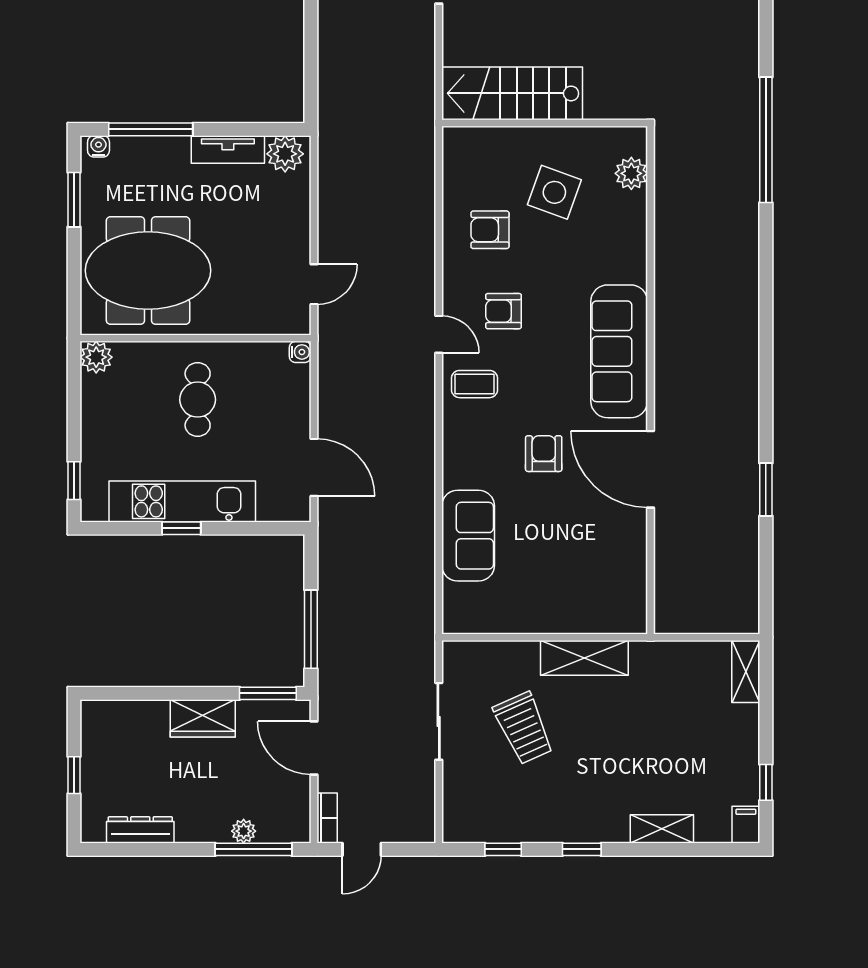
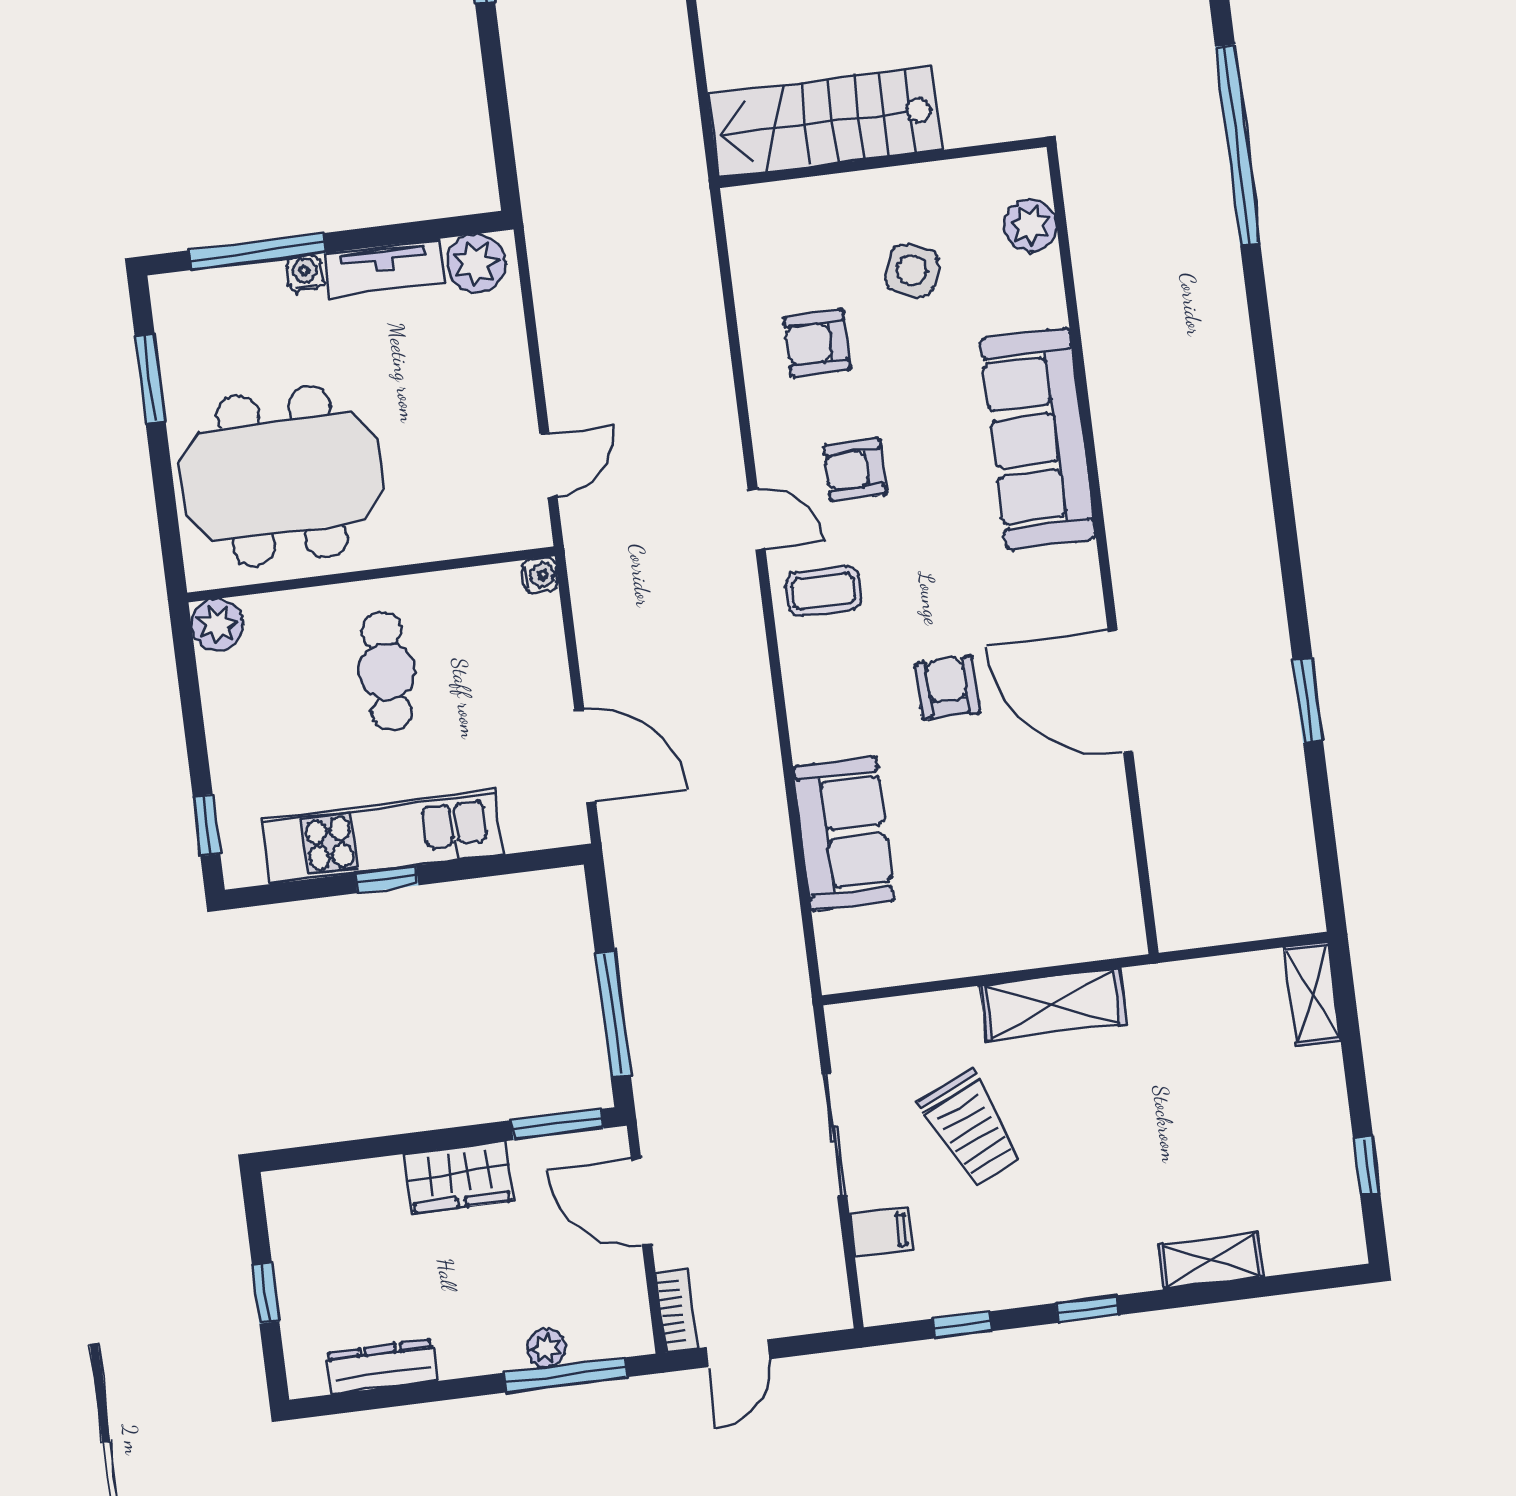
water cooler: (98, 146) -> (305, 273), moved
side table: (554, 192) -> (912, 271), width x0.73, depth x0.73
sofa: (619, 351) -> (1038, 439), moved
filing cabinet: (746, 825) -> (881, 1232), moved, turned 90

